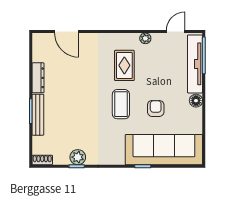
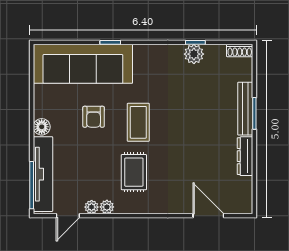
plant: (157, 38) -> (92, 207), added

